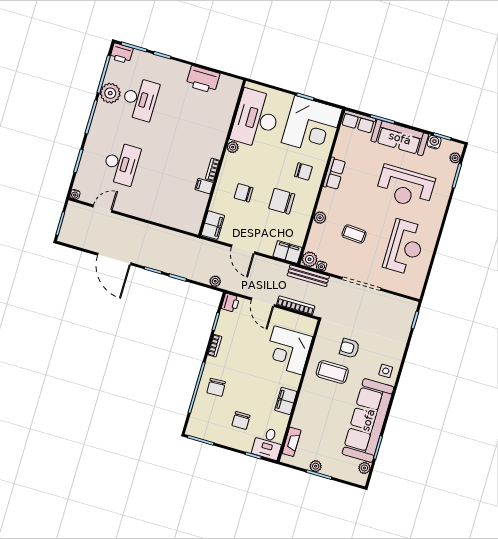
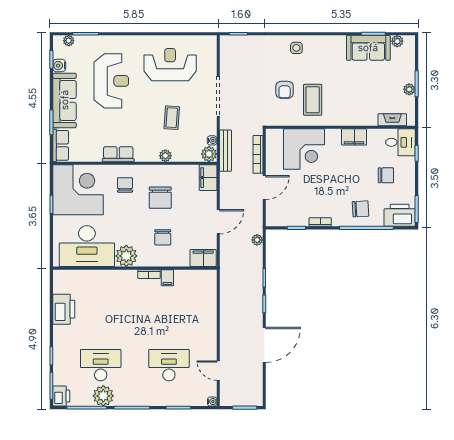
plant: (233, 147) -> (126, 256), width x1.87, depth x1.87
printer: (230, 303) -> (400, 215), moved, width x1.87, depth x1.48
sofa: (368, 420) -> (368, 48), width x0.54, depth x0.79

